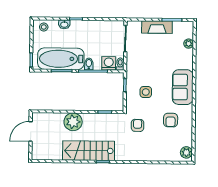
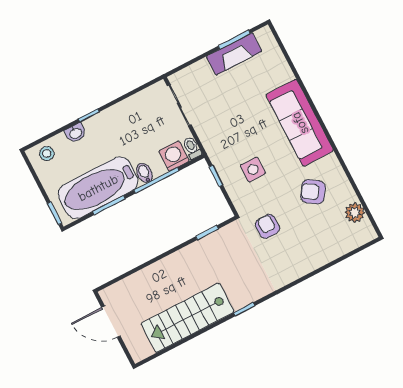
fireplace: (157, 27) -> (234, 54), moved
plant: (189, 44) -> (279, 62), removed
sofa: (183, 87) -> (300, 123), width x1.36
armchair: (171, 120) -> (313, 192), turned 124
plant: (73, 122) -> (167, 273), removed
door: (31, 131) -> (111, 322), hinge flipped
stairs: (89, 151) -> (188, 318), moved
plant: (186, 152) -> (355, 213), moved

